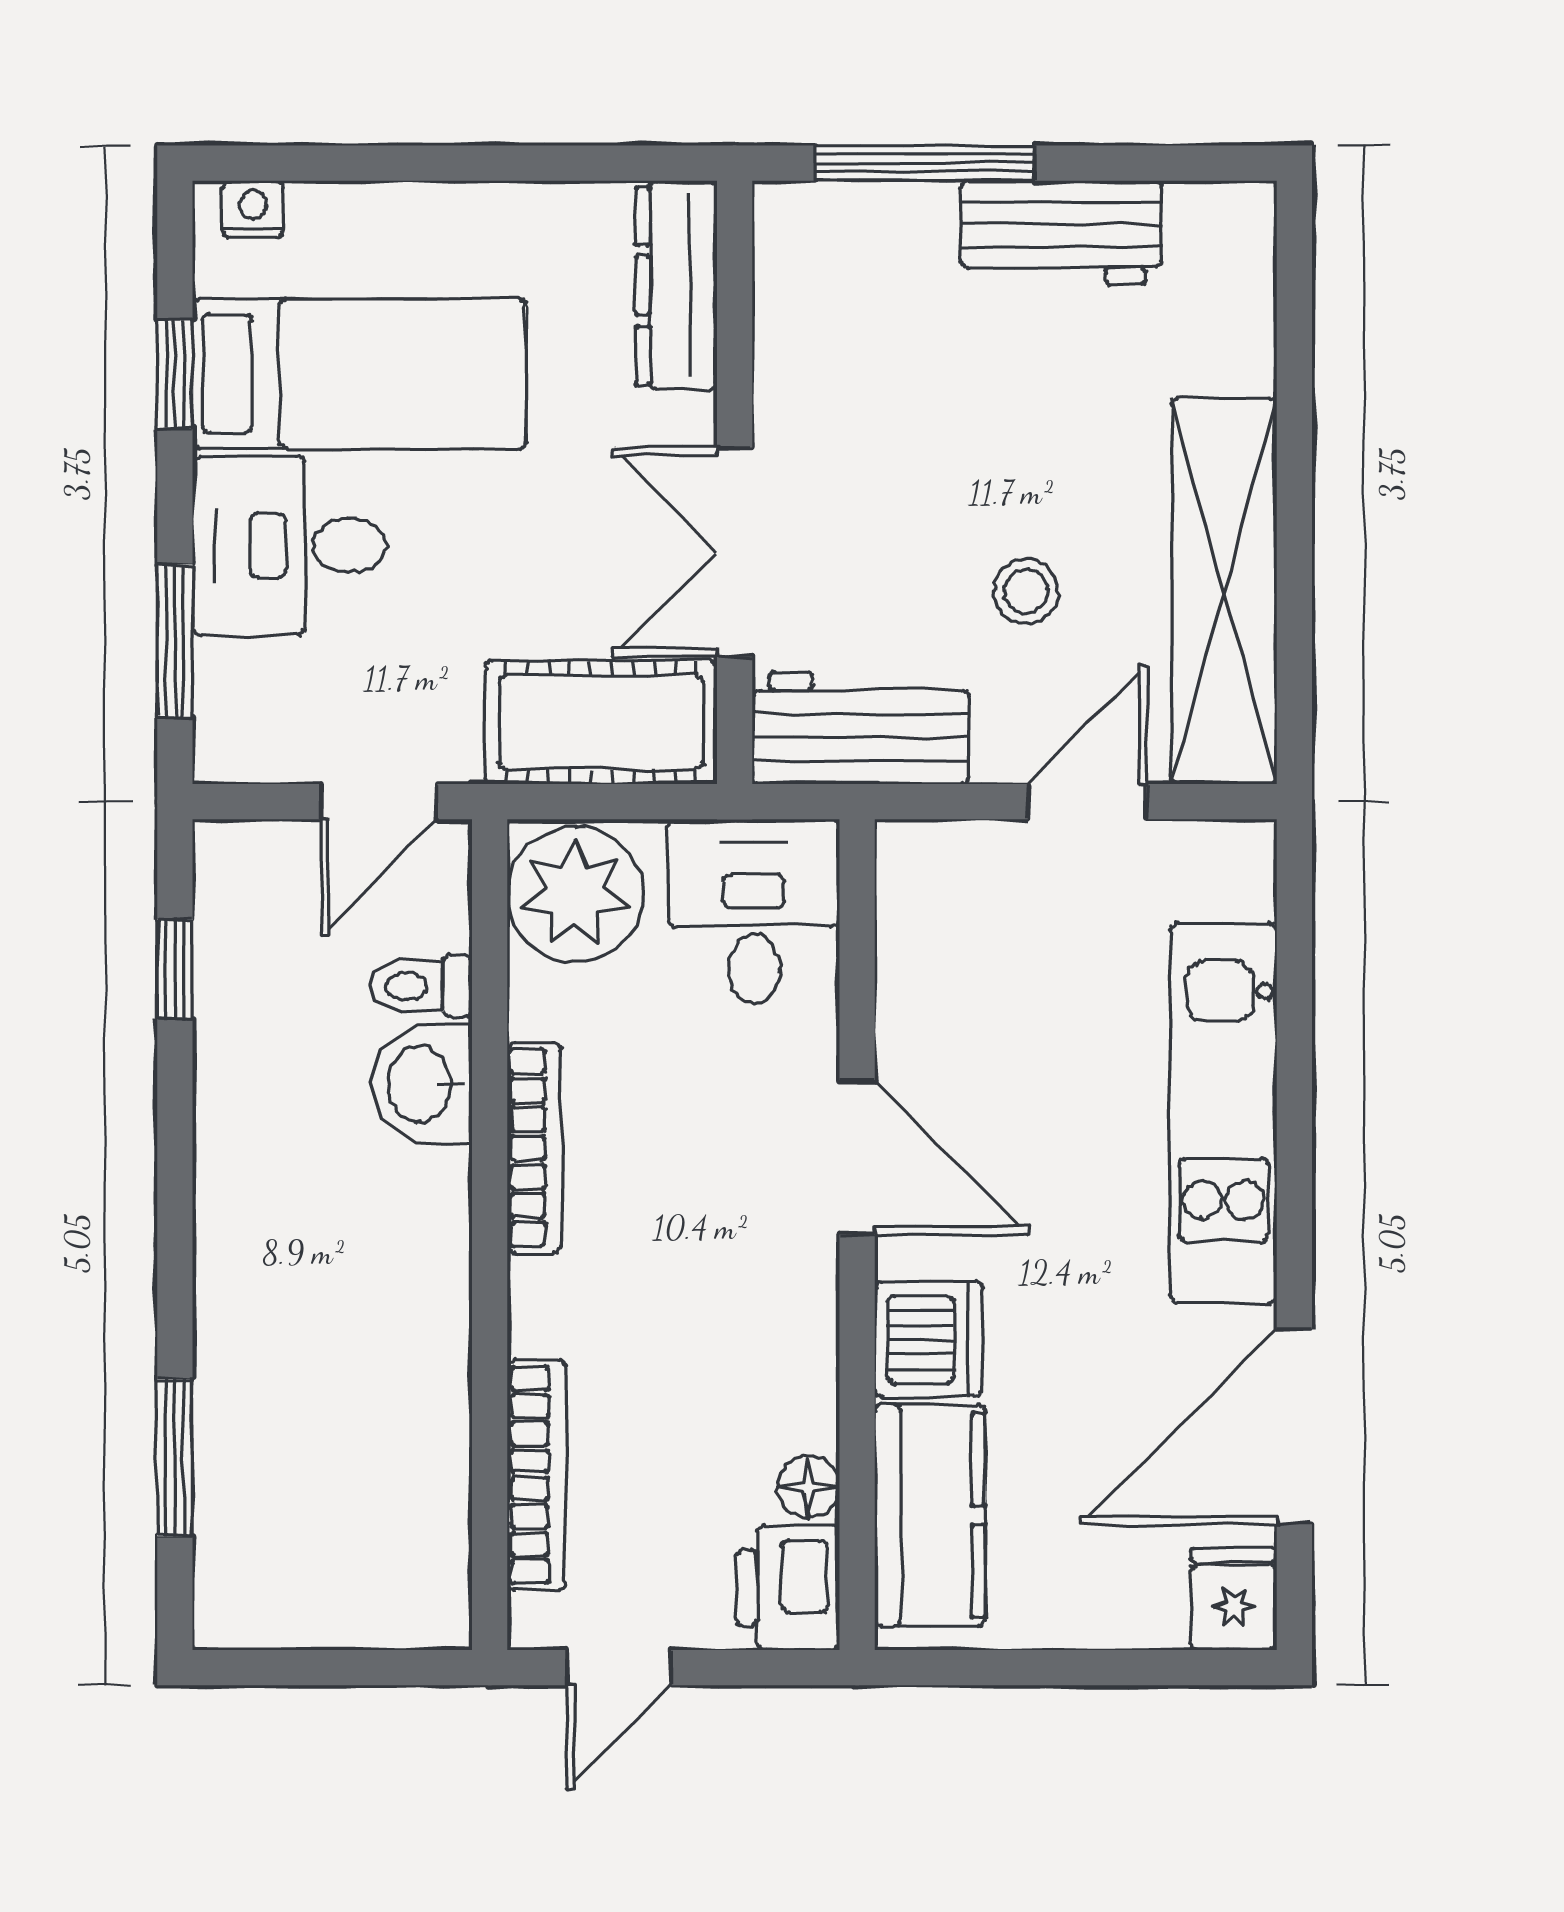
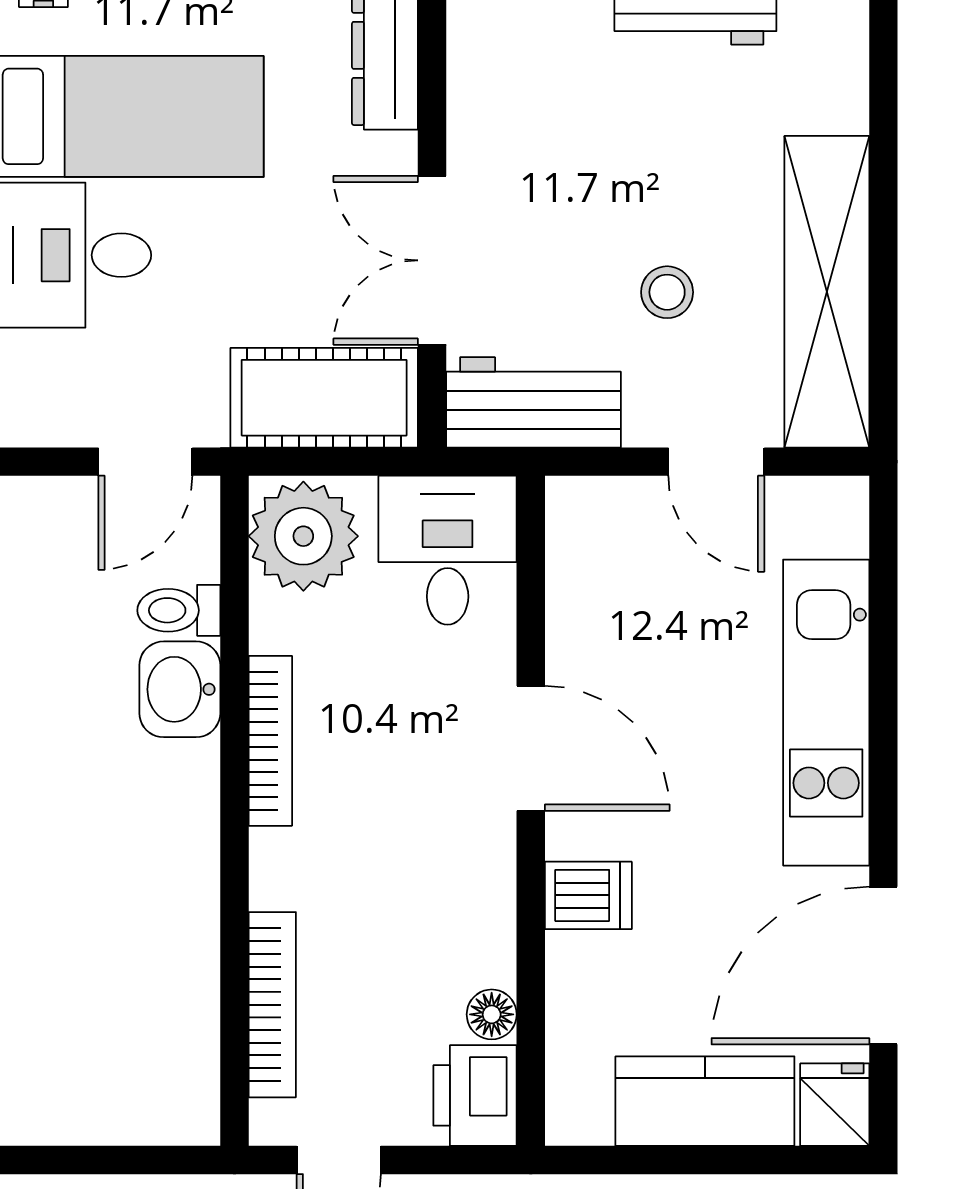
door: (1087, 802) -> (716, 462), swing flipped
dishwasher: (928, 1340) -> (588, 895), width x0.73
kitchen counter: (930, 1515) -> (705, 1101), moved, turned -90

